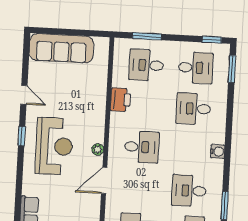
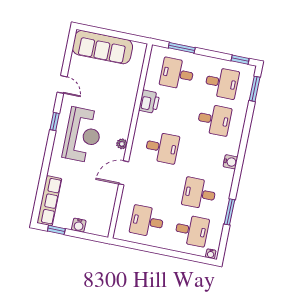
desk: (193, 109) -> (214, 120), turned 180

